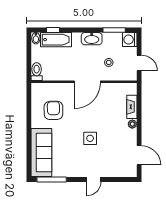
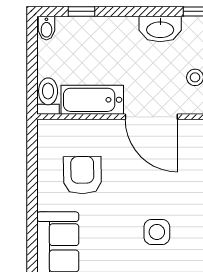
bathtub: (56, 40) -> (92, 100), moved, turned 180
door: (87, 82) -> (151, 117), hinge flipped

